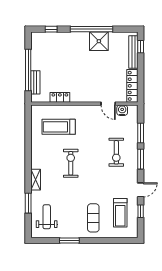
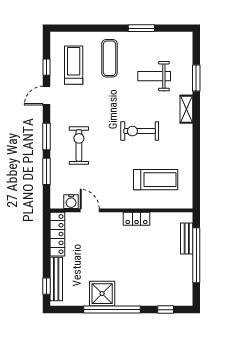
locker: (60, 97) -> (136, 219), moved
exercise bike: (71, 163) -> (140, 131), turned 90
weight bench: (47, 217) -> (154, 76), moved, turned 90

